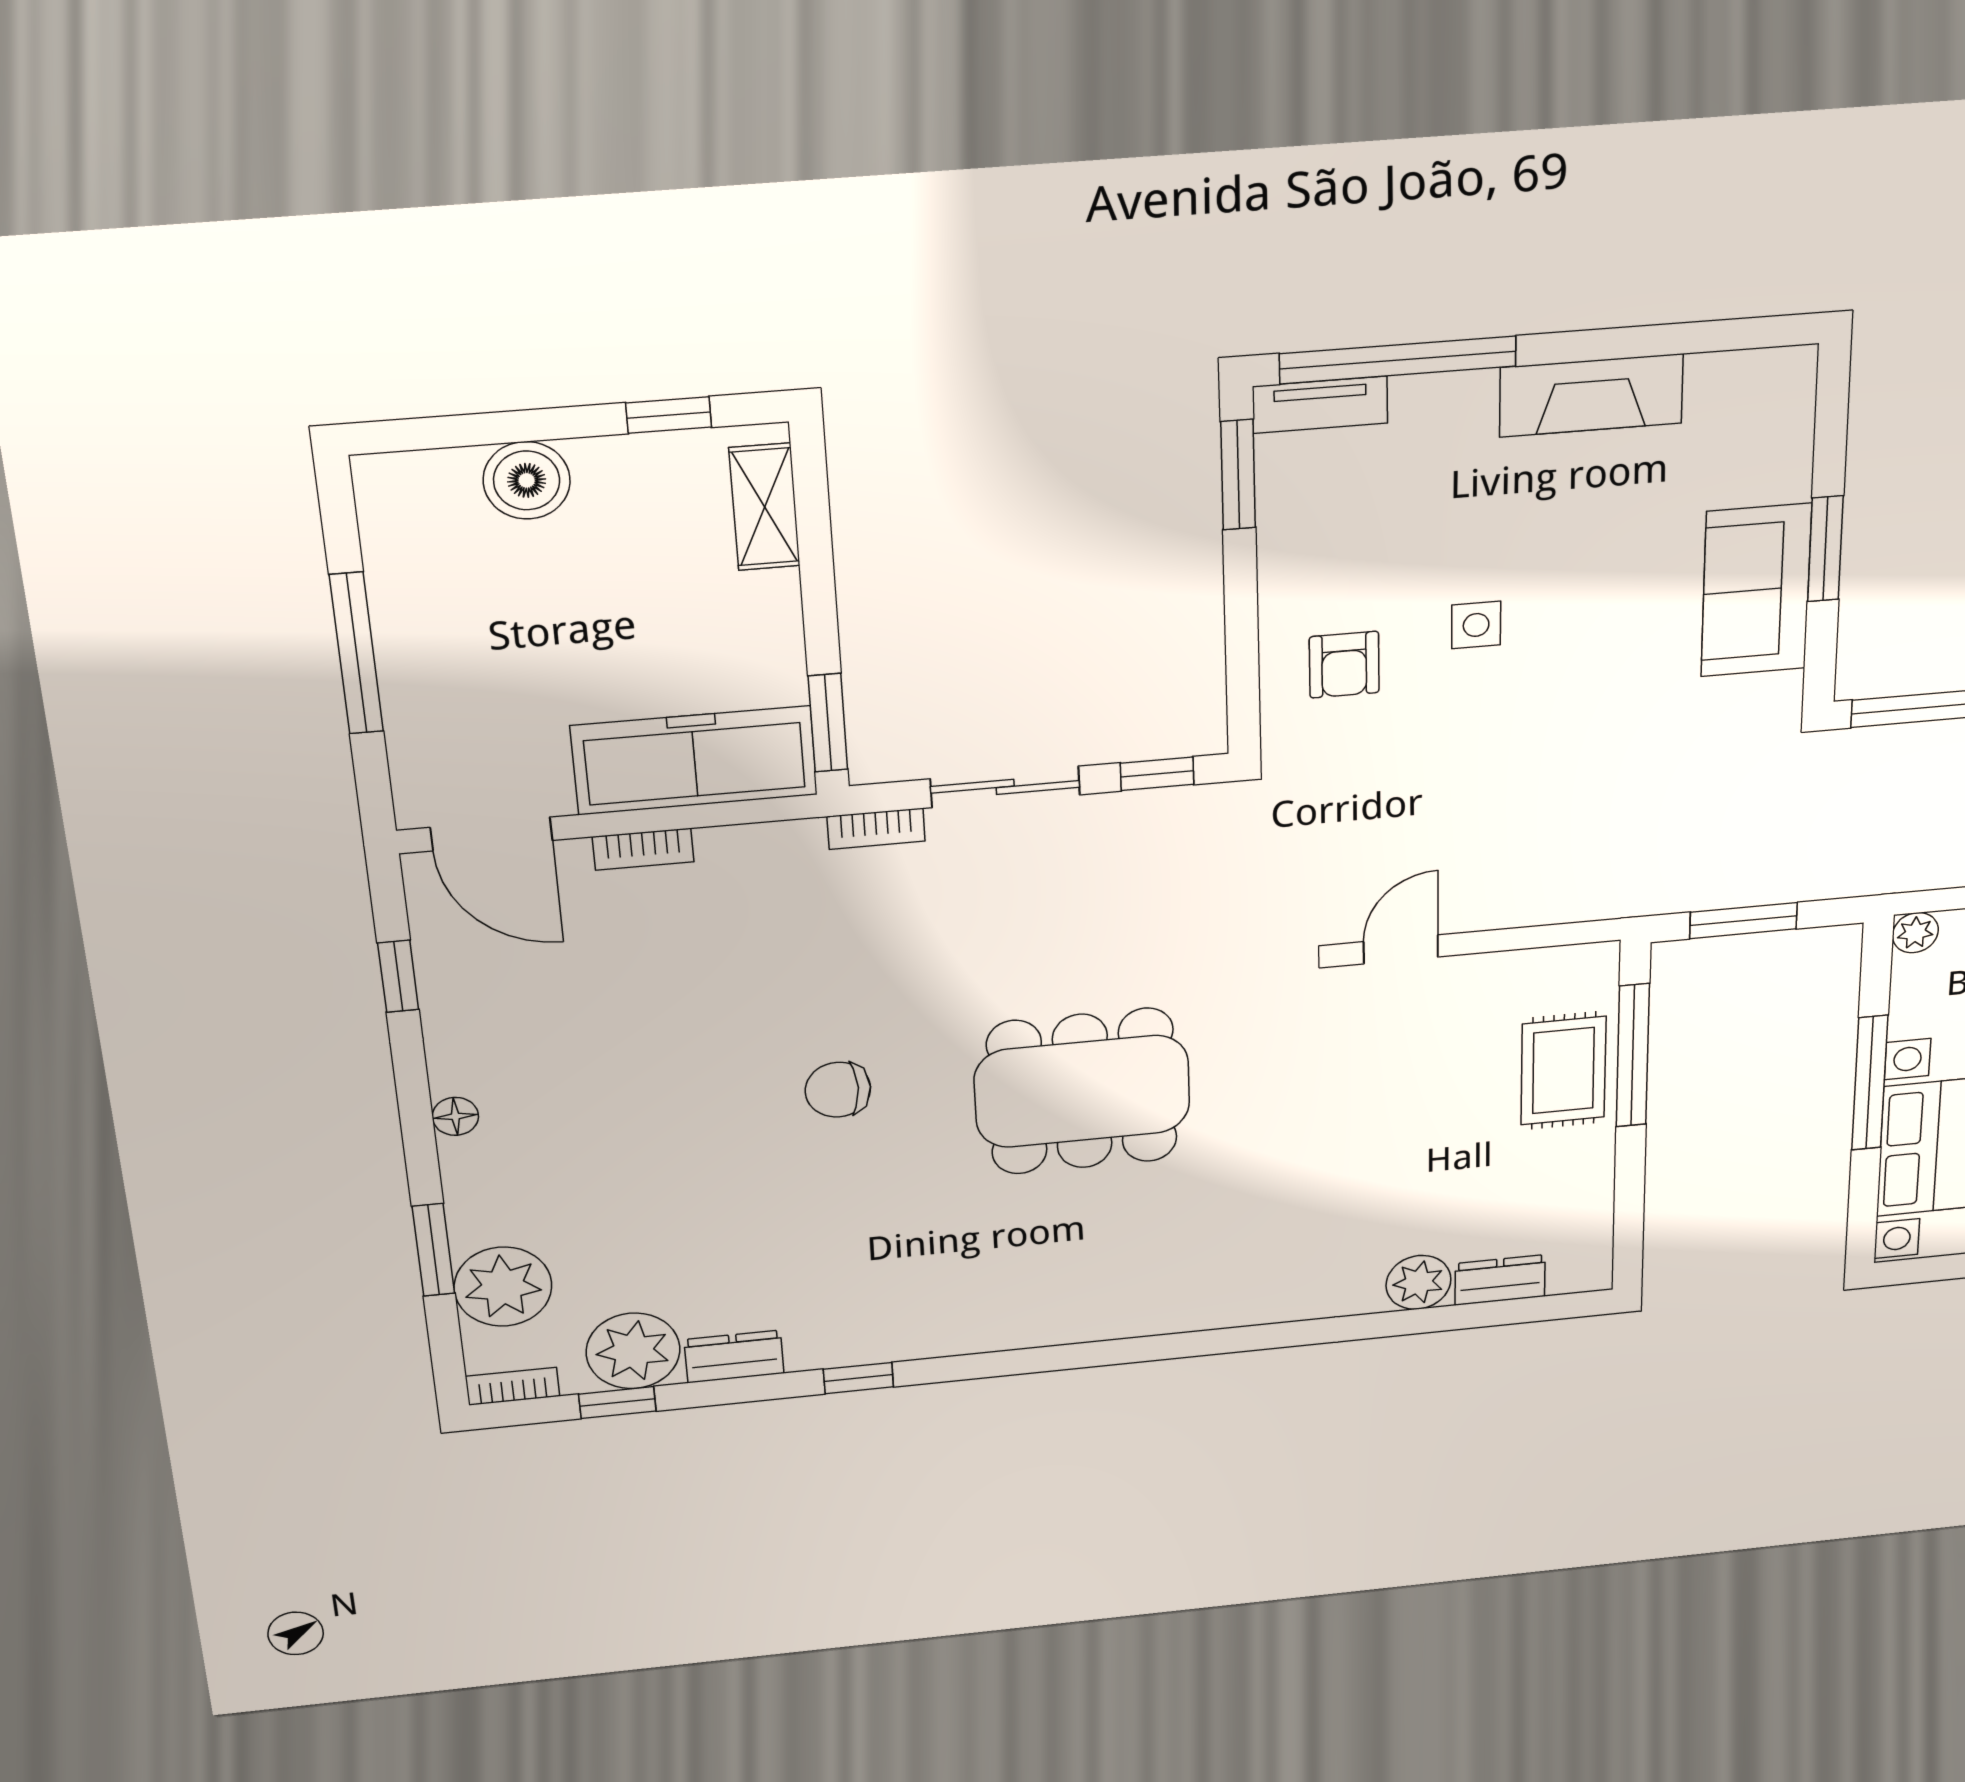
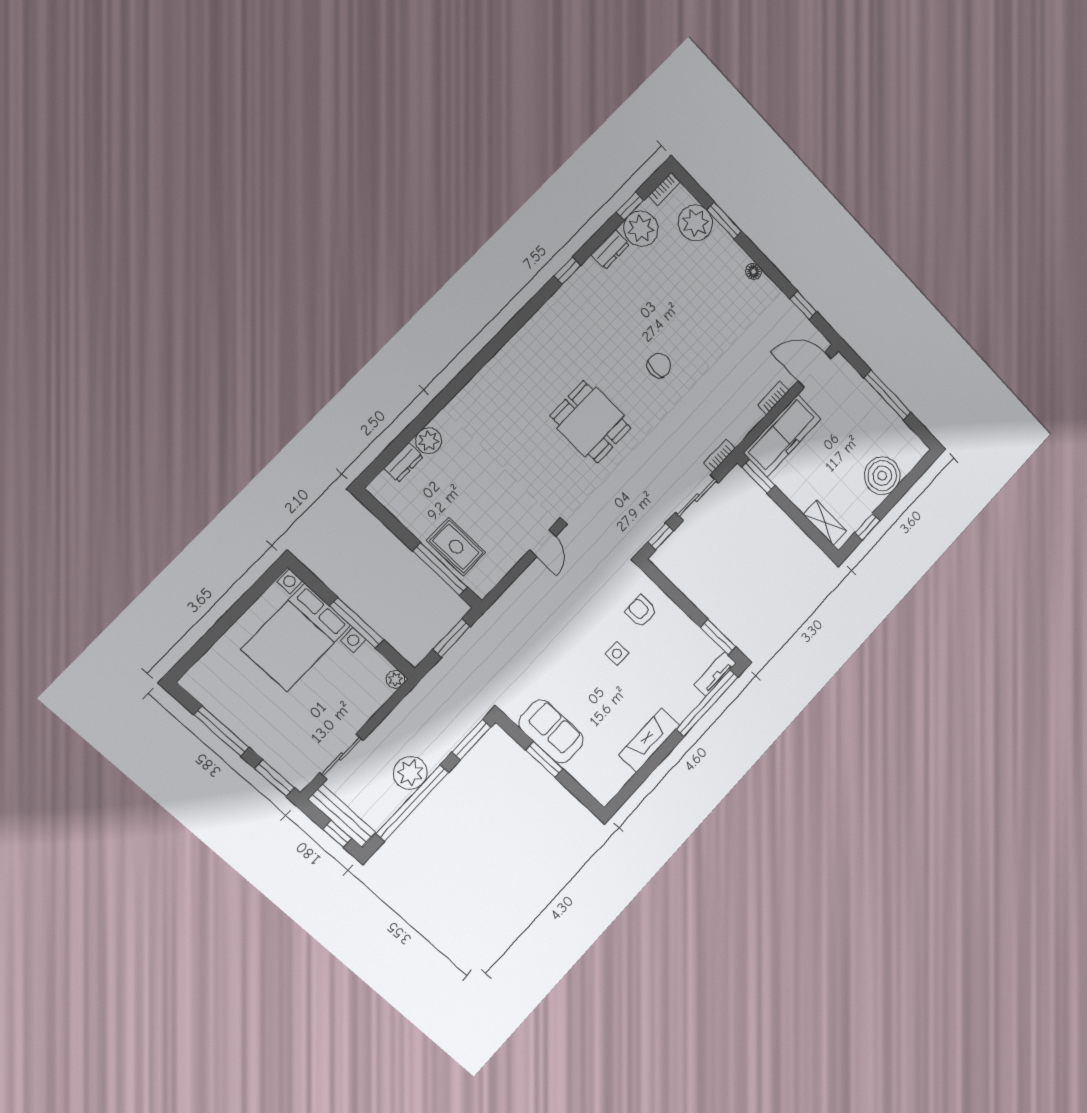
boiler: (527, 480) -> (882, 476), width x1.37, depth x1.37
dining table: (1082, 1091) -> (591, 422), width x0.73

